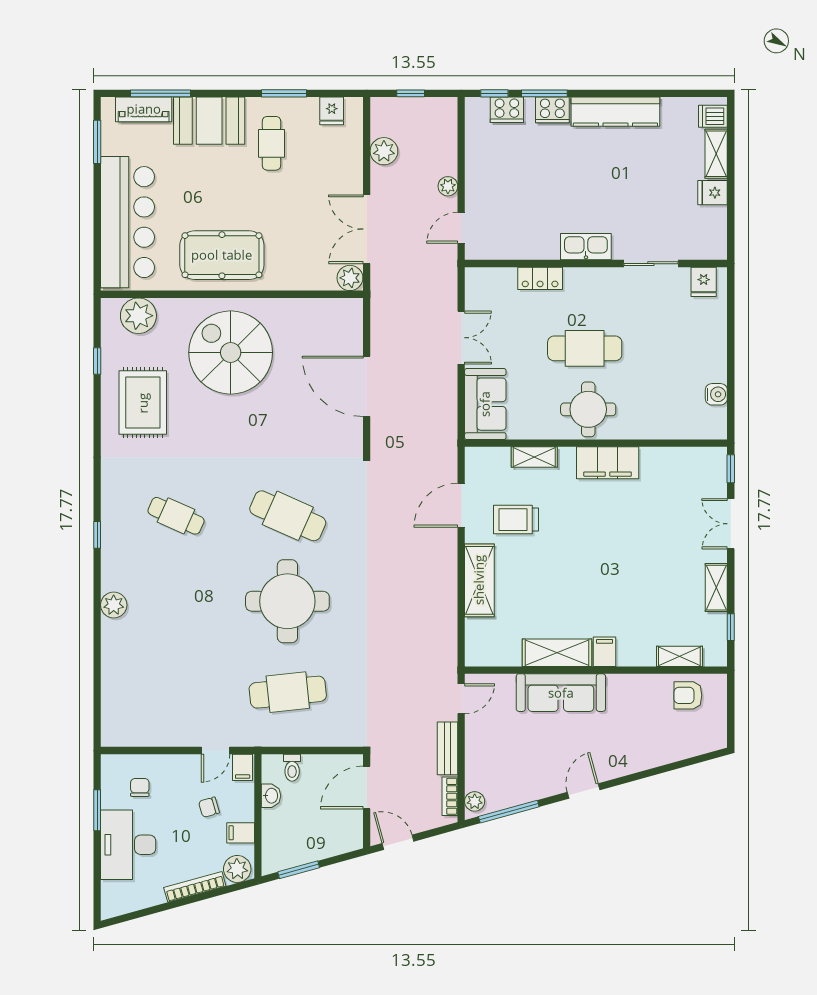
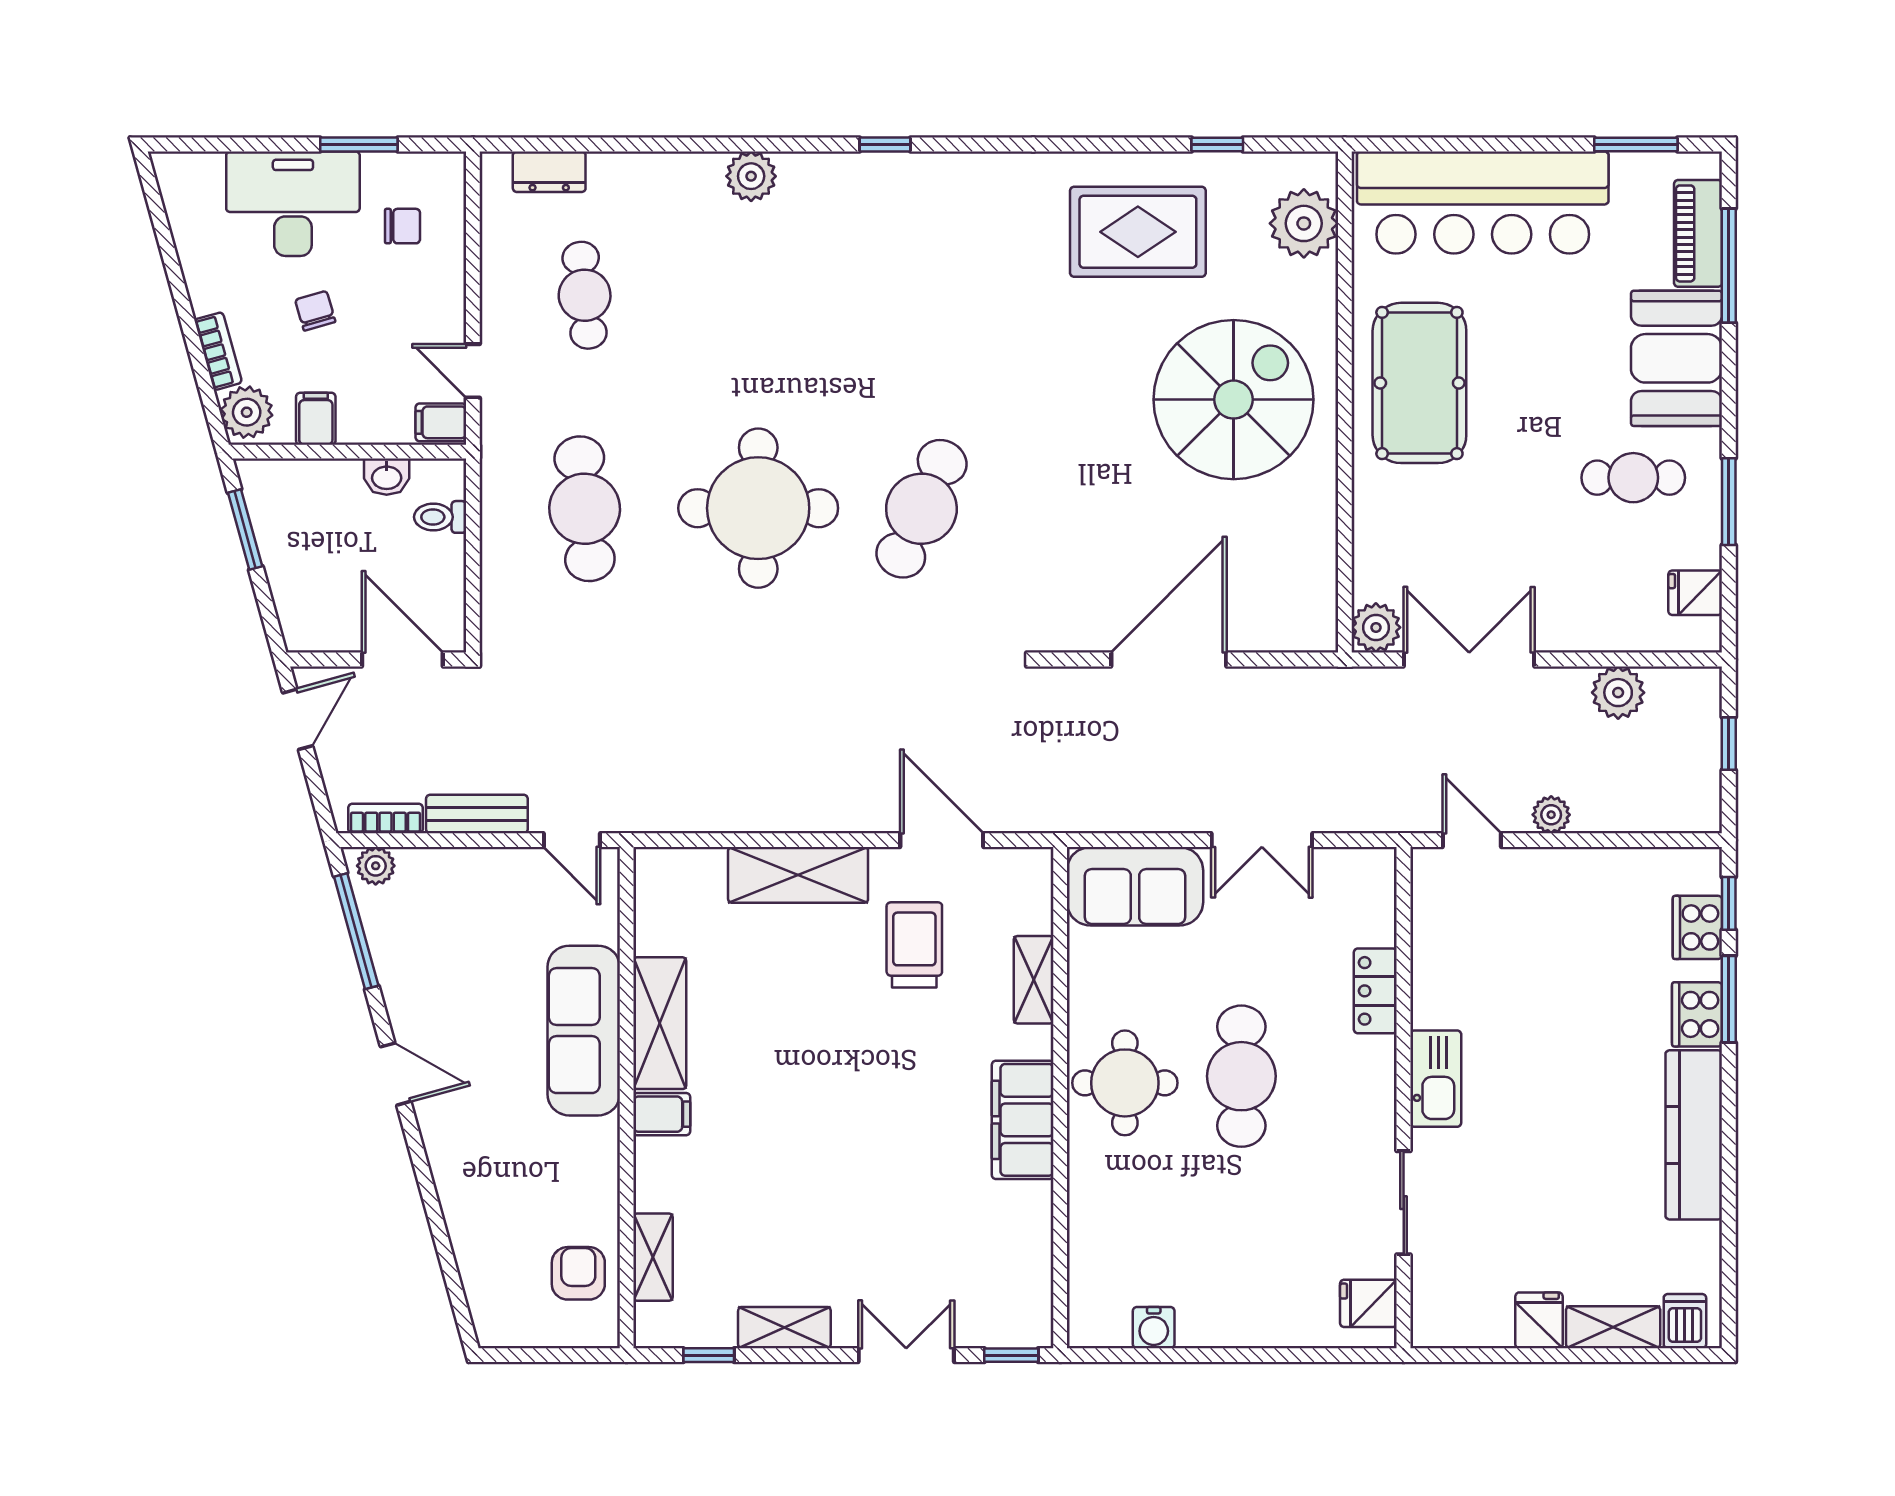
cafe table: (176, 516) -> (585, 295), moved, turned -30
dresser: (111, 711) -> (549, 172), added
chair: (209, 807) -> (315, 311), moved
bookcase: (195, 887) -> (218, 351), width x0.64

